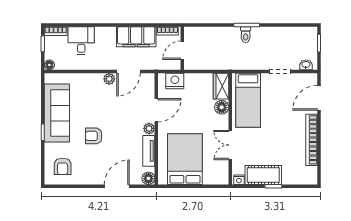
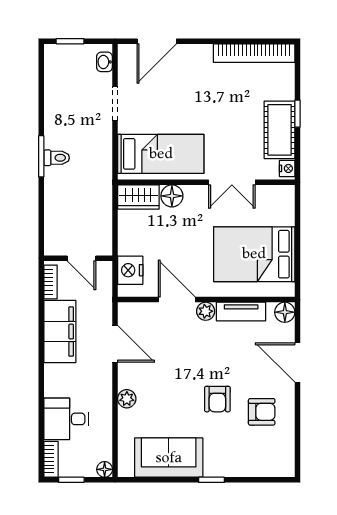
plant: (109, 79) -> (127, 399), moved
door: (319, 98) -> (157, 41), hinge flipped
sofa: (57, 113) -> (169, 458), width x0.73
bookcase: (312, 140) -> (254, 53), moved
armchair: (63, 166) -> (262, 412), moved

